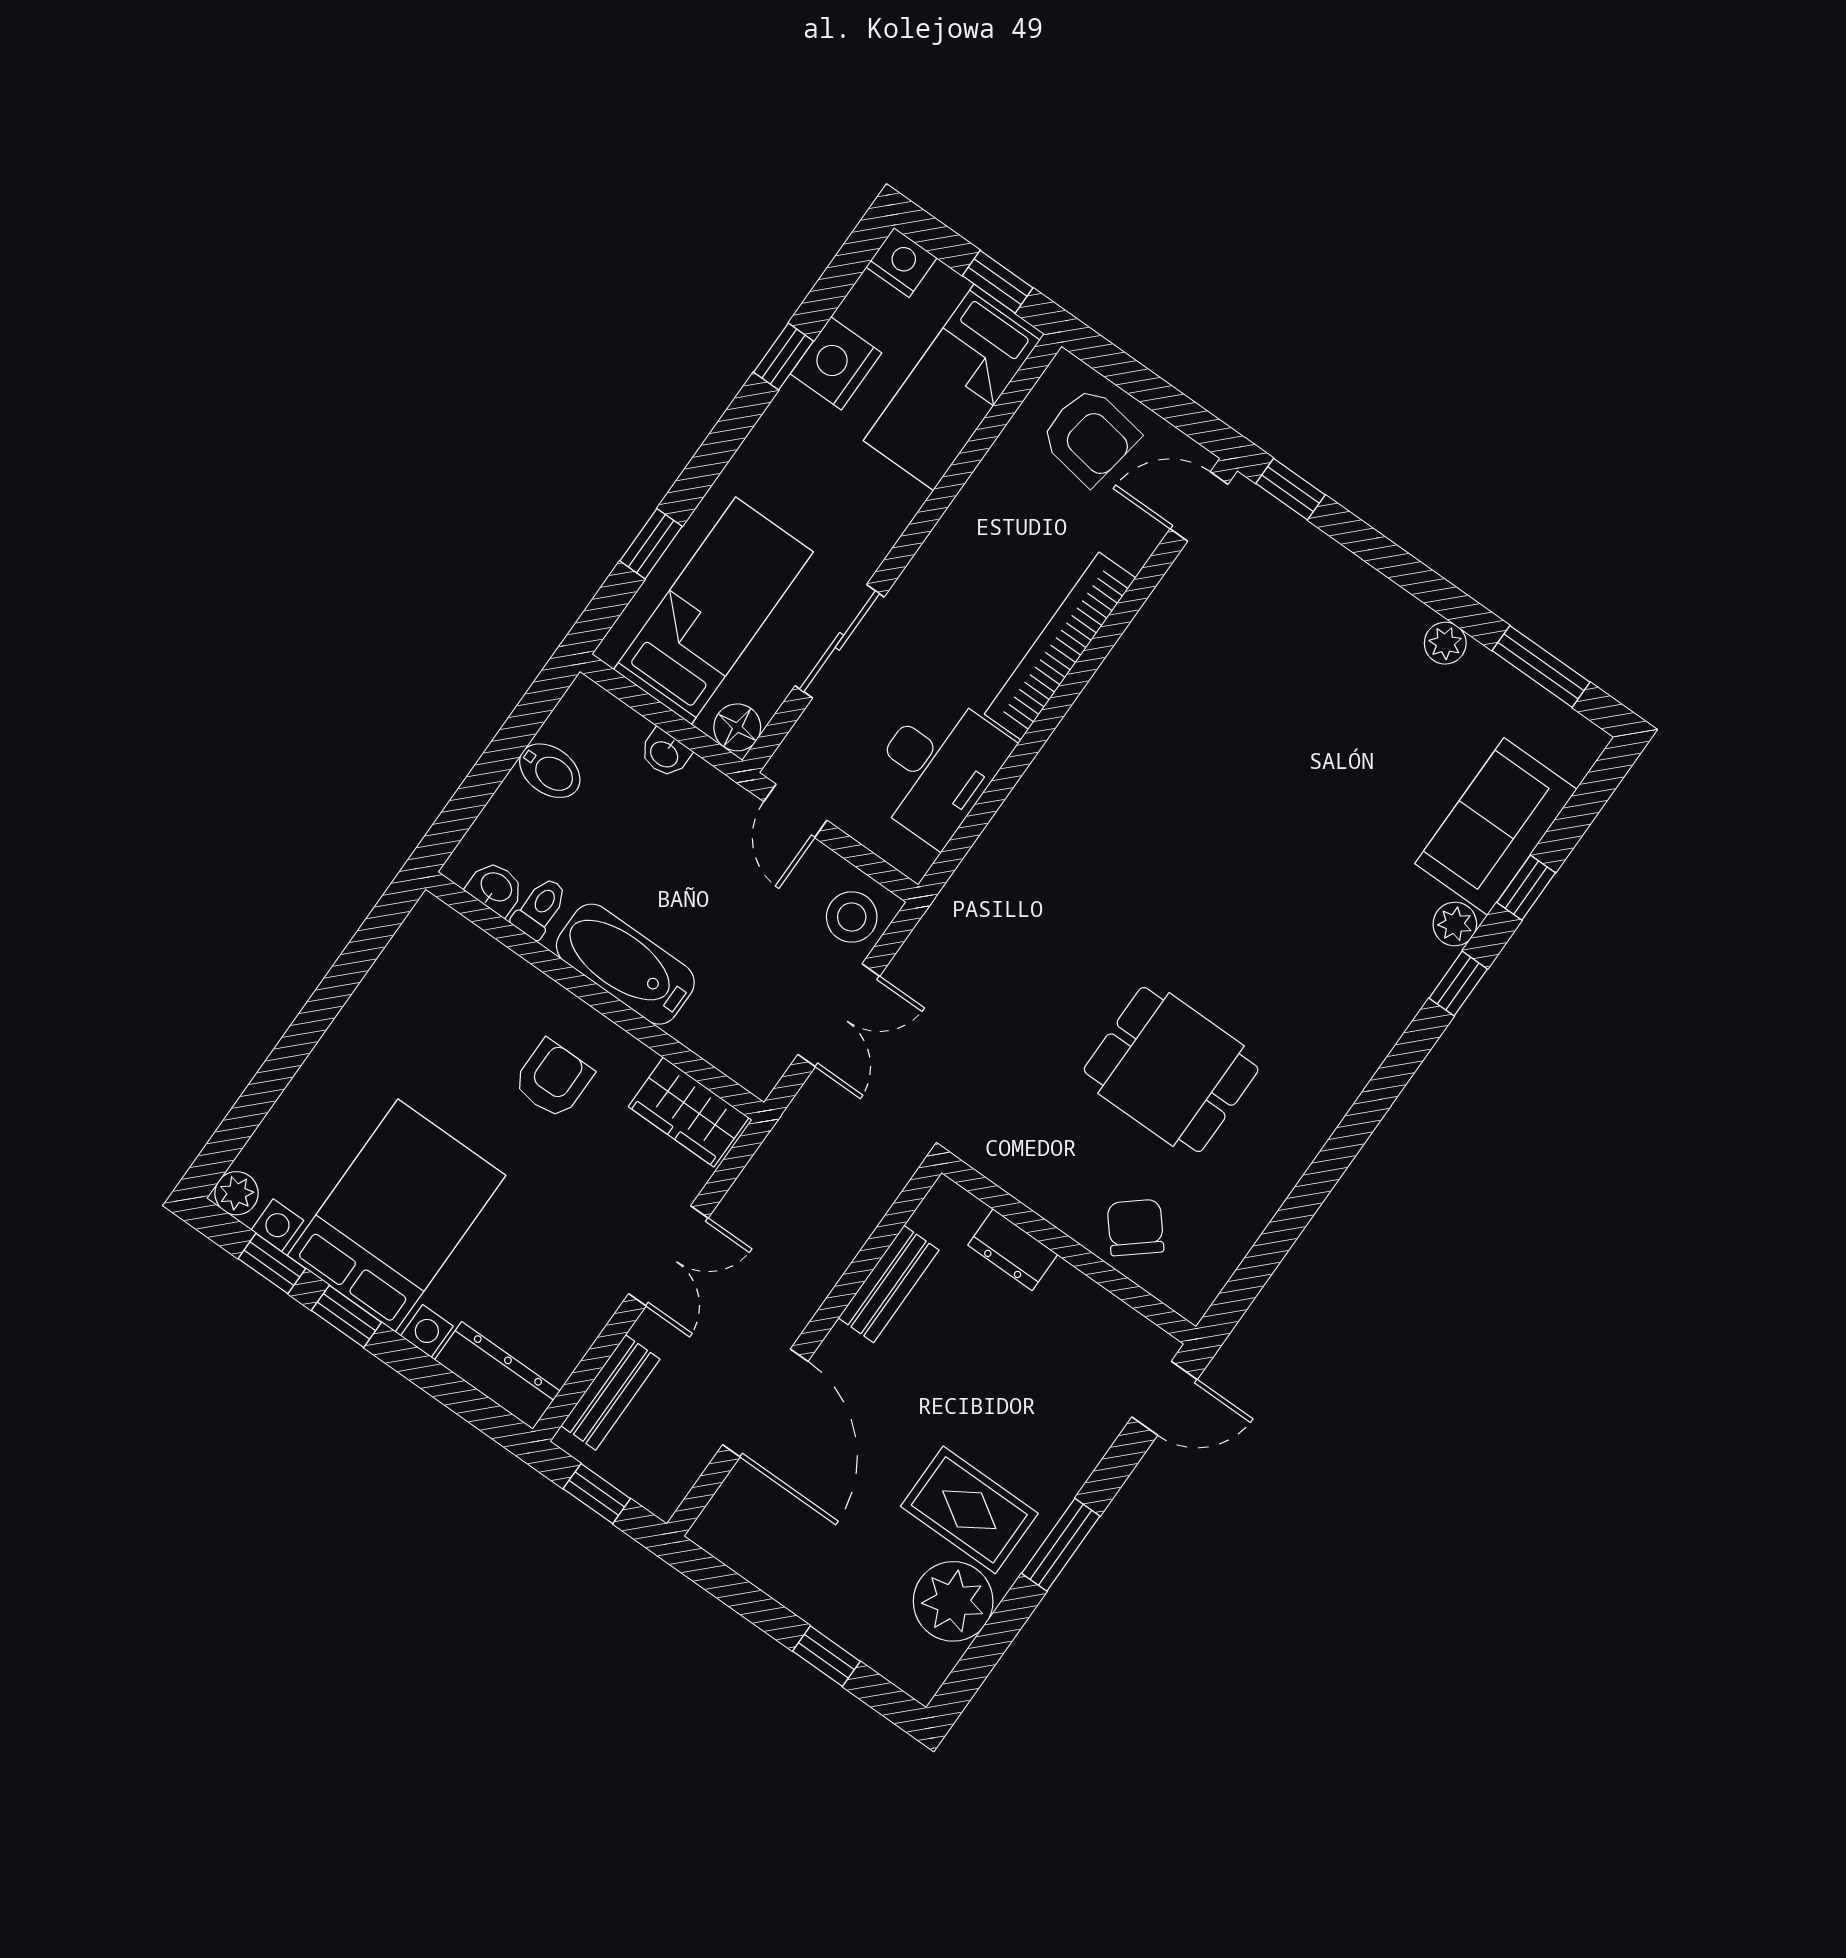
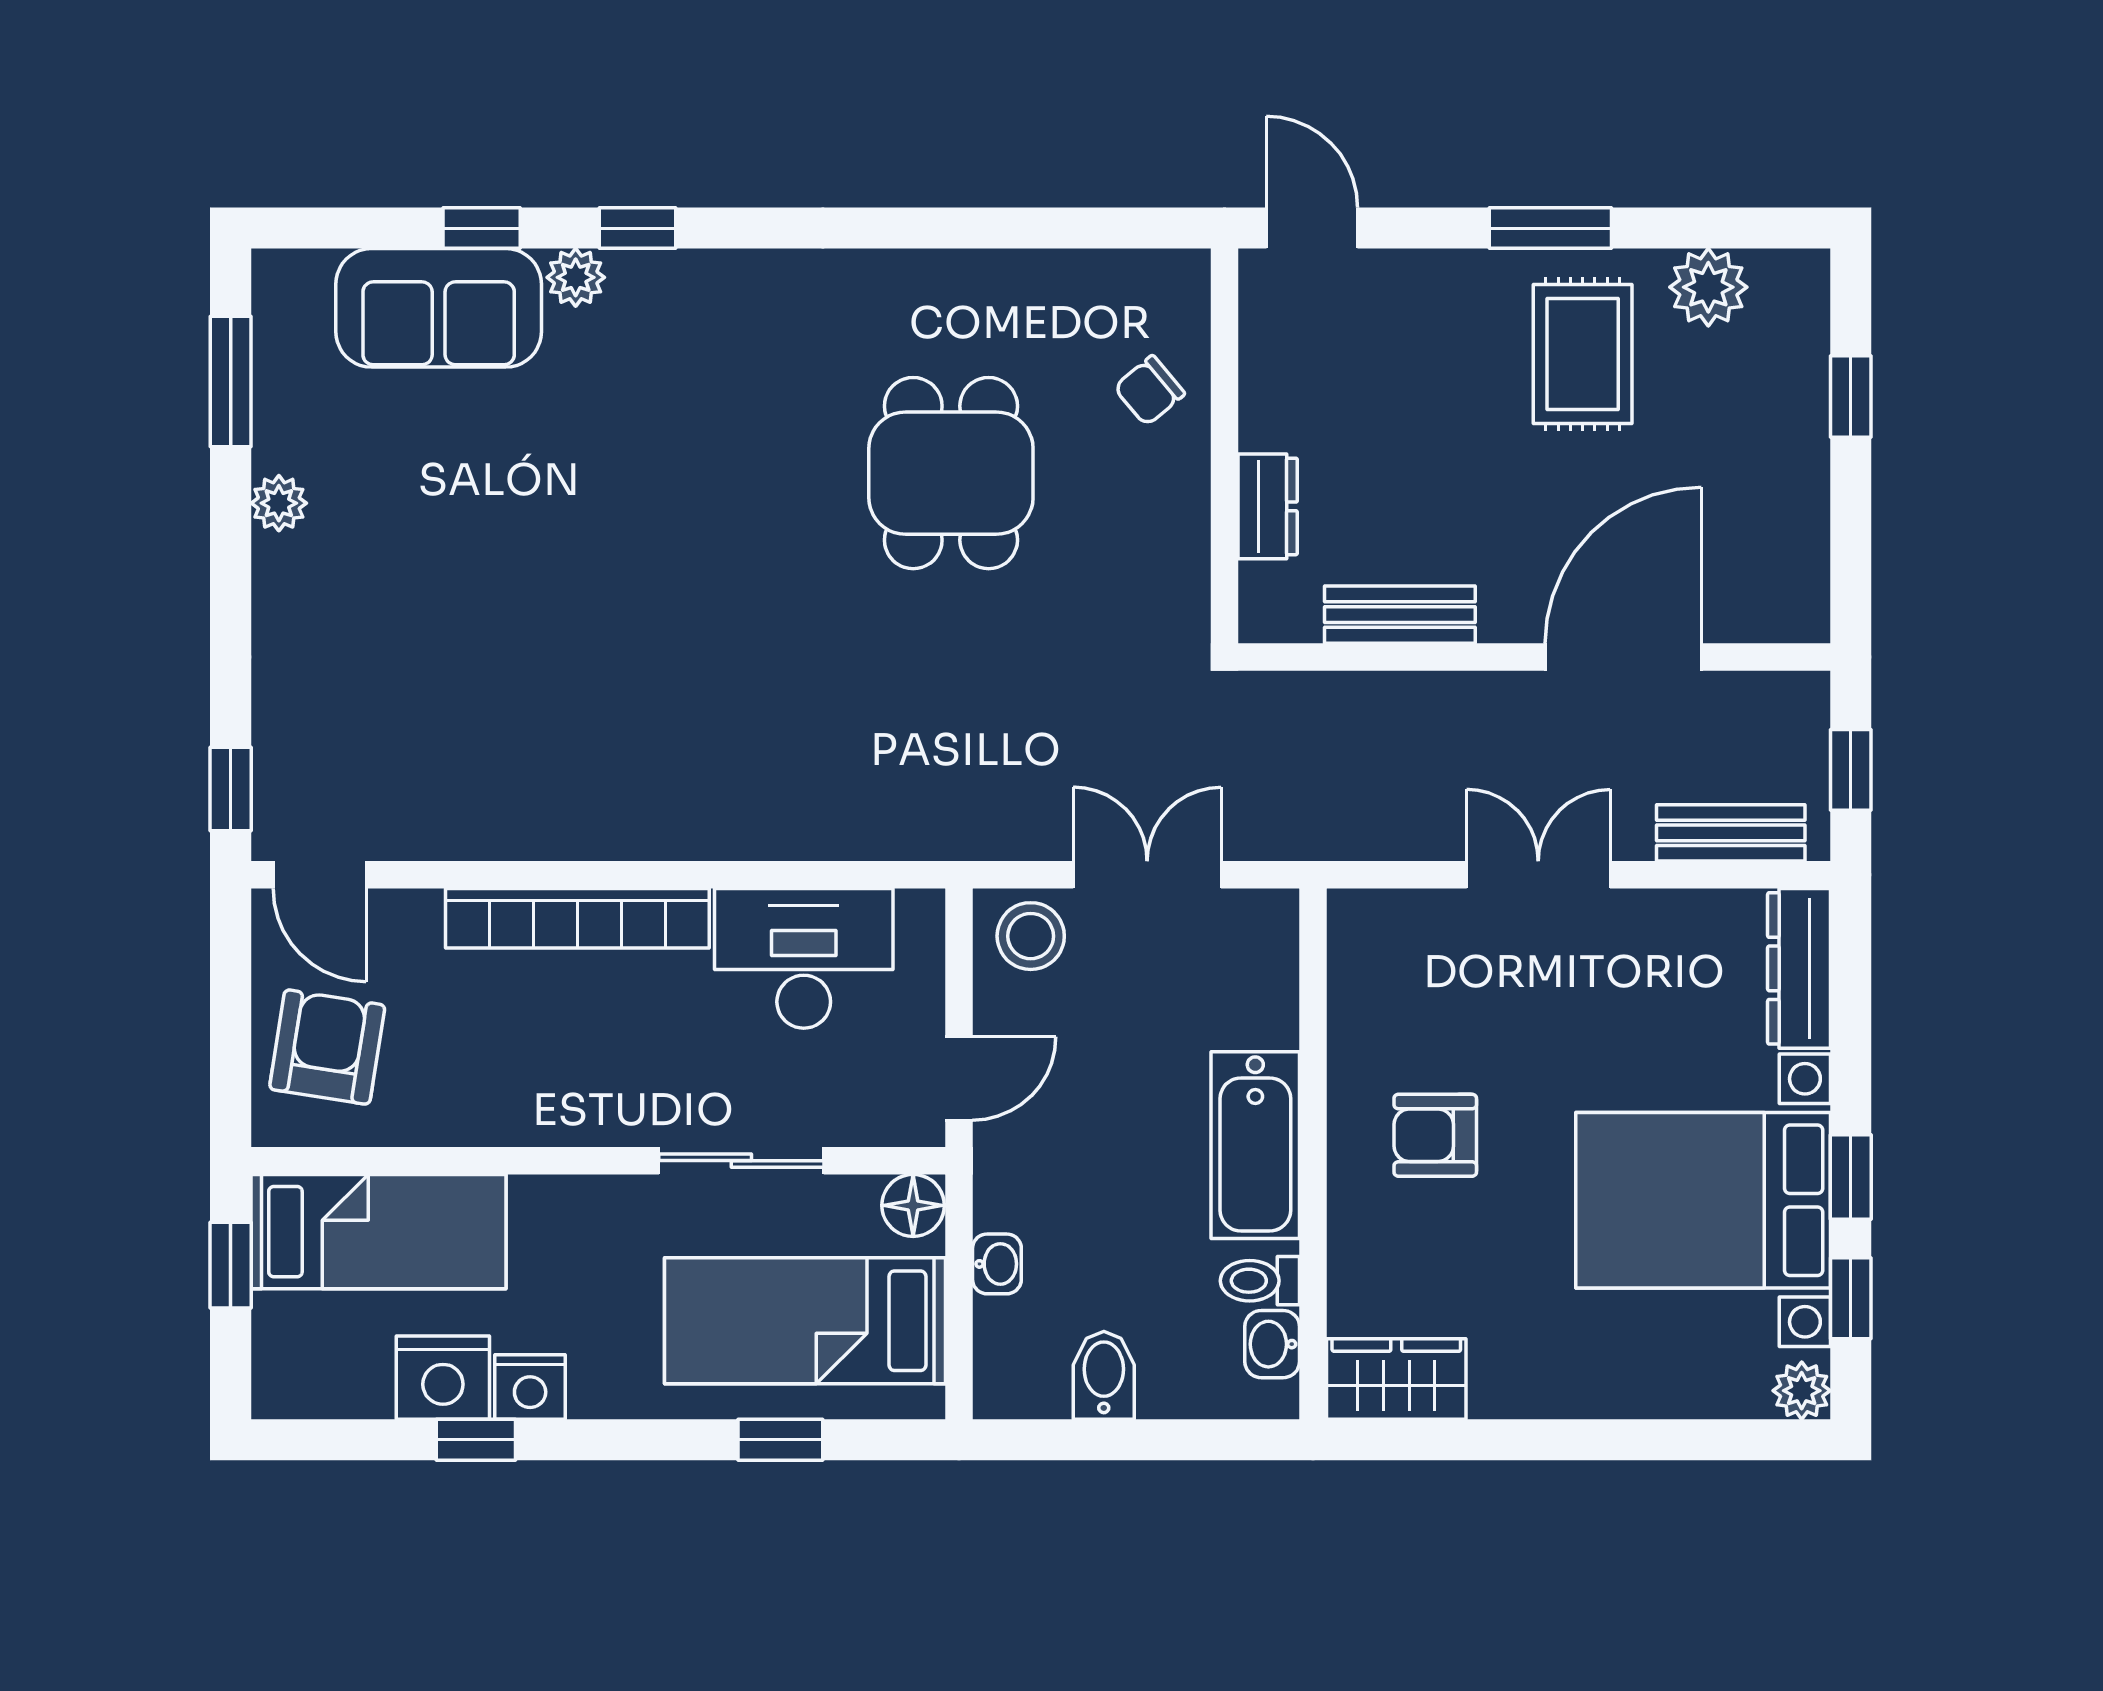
nightstand: (901, 262) -> (530, 1387), moved, turned -90
wardrobe: (689, 1112) -> (1396, 1379), moved, turned -90
chair: (1135, 1227) -> (1149, 391), width x0.73, depth x0.73
plant: (953, 1601) -> (1708, 287), width x0.73, depth x0.73

